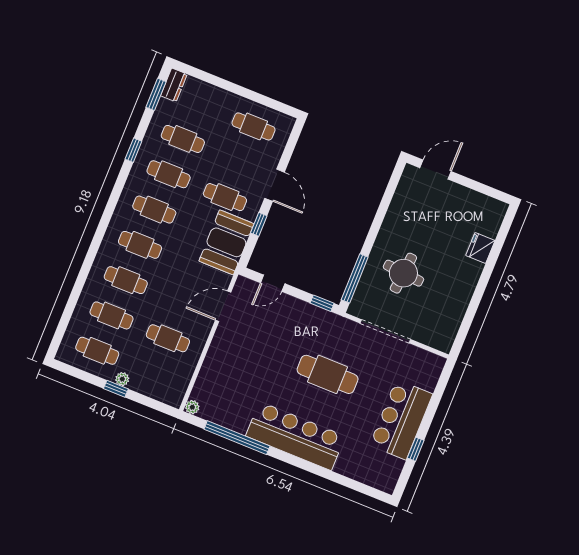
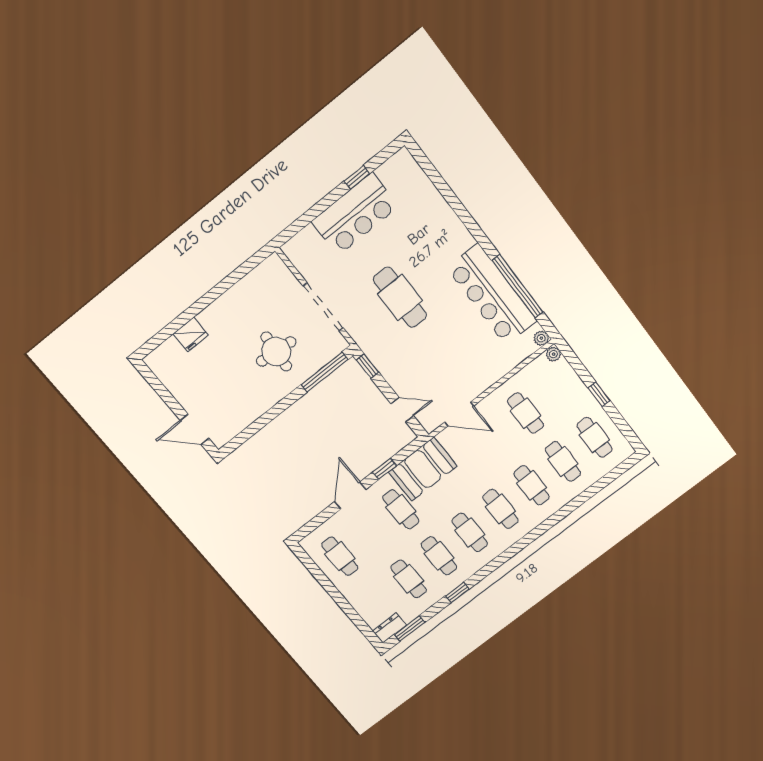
plant: (122, 379) -> (553, 354), moved
bar counter: (295, 436) -> (492, 295), moved

